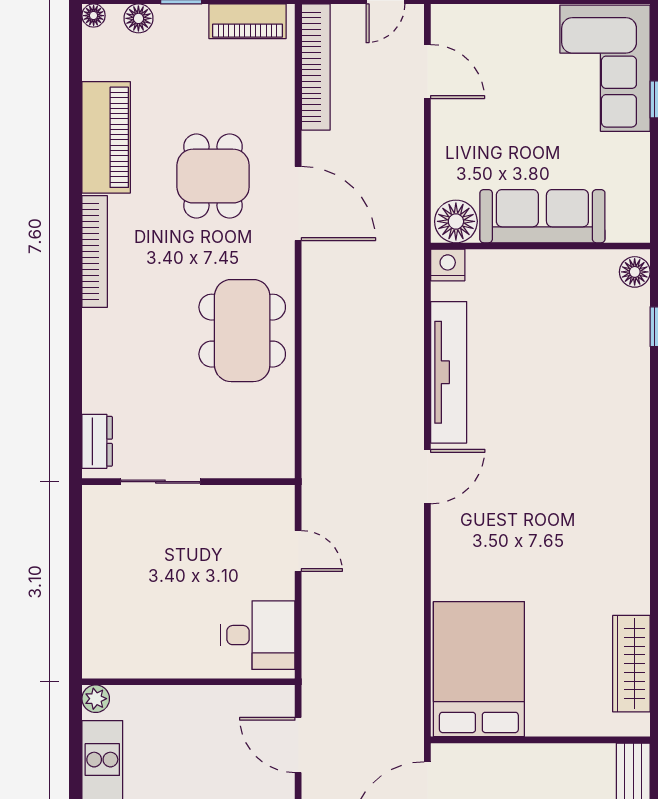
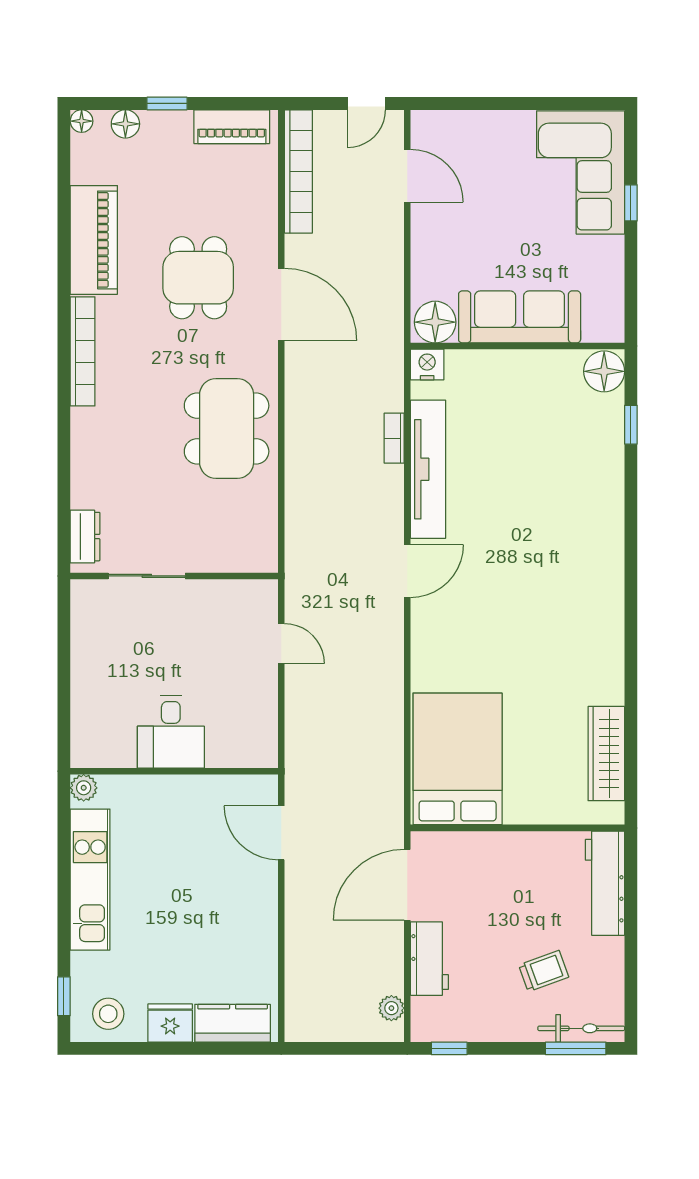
floor lamp: (635, 272) -> (604, 371), width x1.38, depth x1.38
bookcase: (414, 340) -> (394, 438), added
desk: (258, 635) -> (171, 732), moved, turned 90

